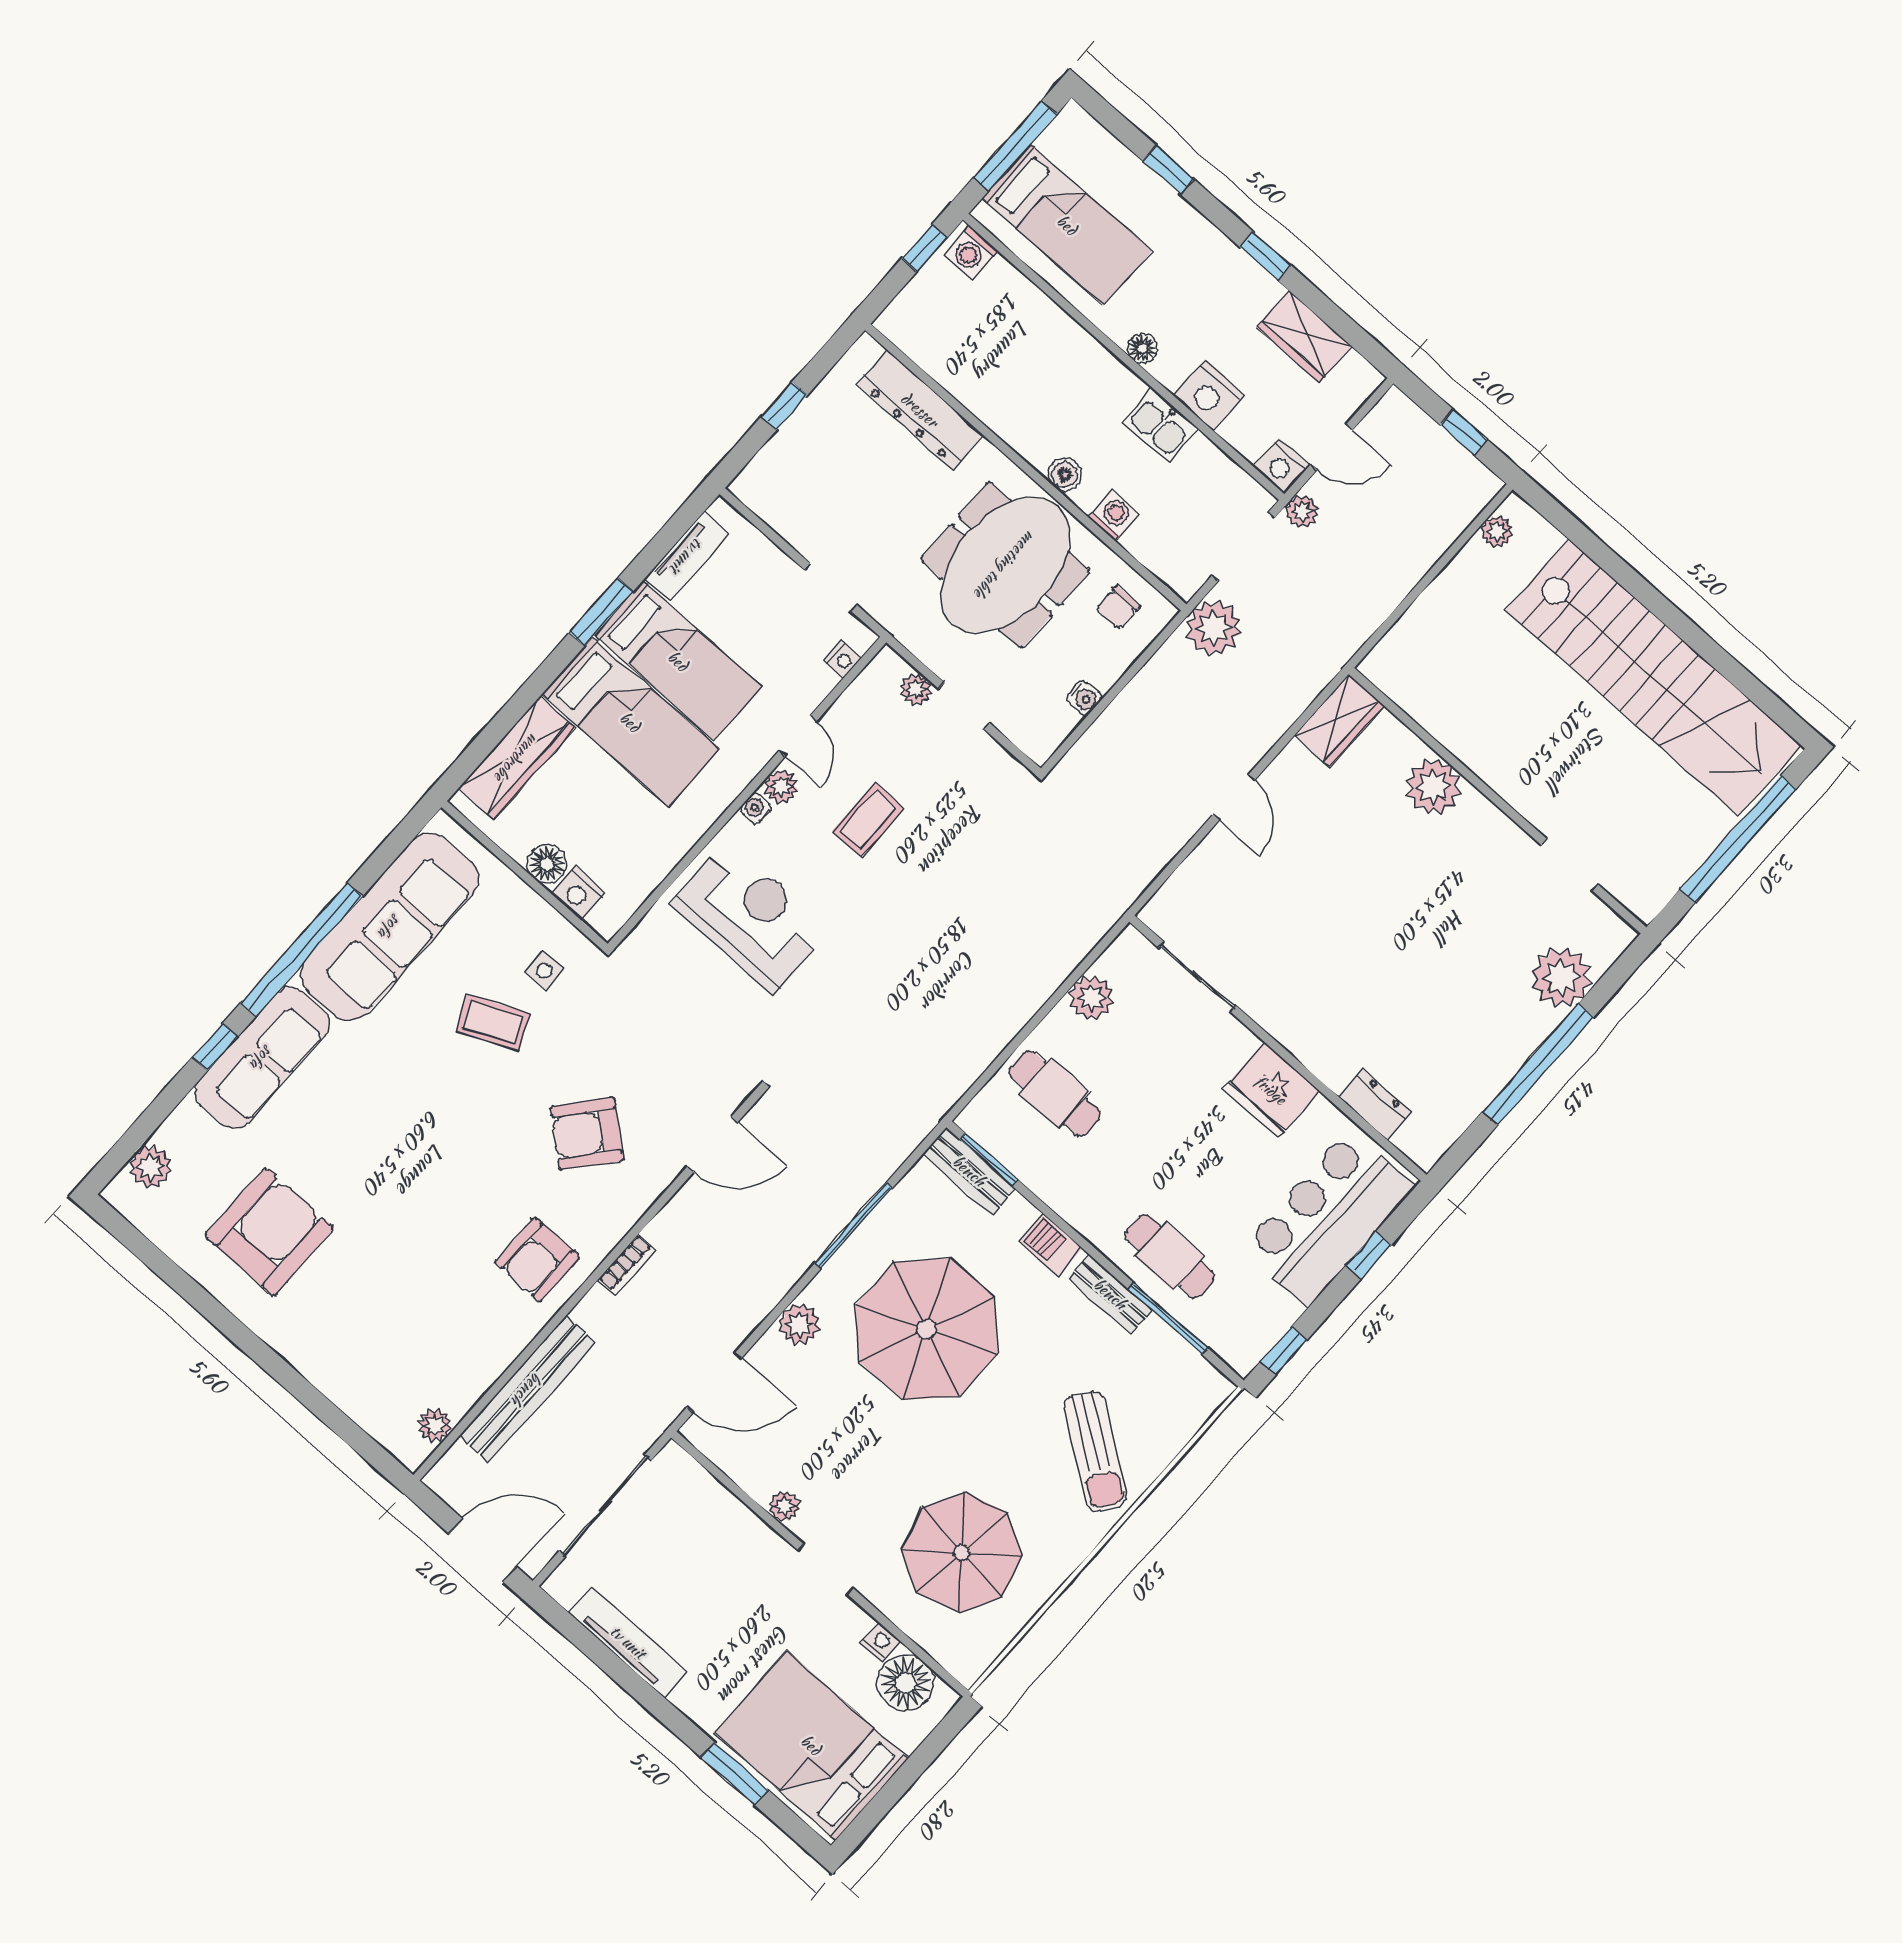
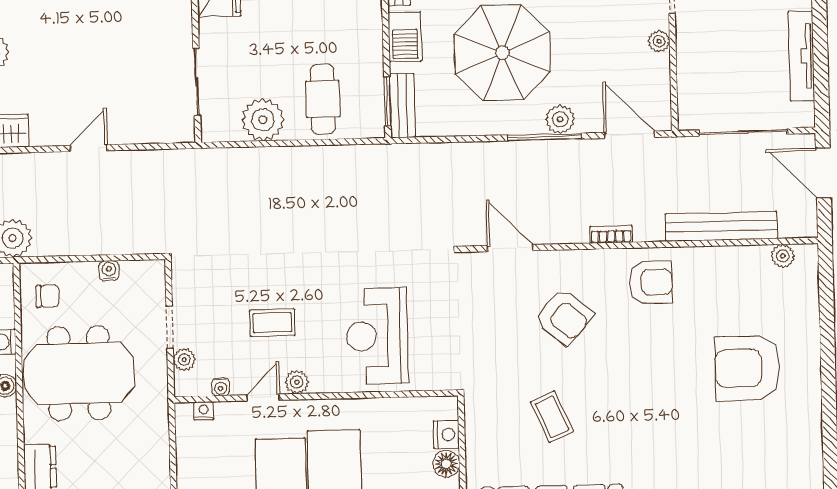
doorway: (831, 587) -> (173, 451), removed
water cooler: (756, 808) -> (221, 387), moved
side table: (544, 971) -> (502, 415), removed
plant: (1091, 998) -> (263, 120), width x1.36, depth x1.36
window: (854, 1226) -> (545, 137), moved
armchair: (269, 1232) -> (747, 368), moved
barbecue: (1051, 1245) -> (405, 37), width x1.38, depth x1.27

